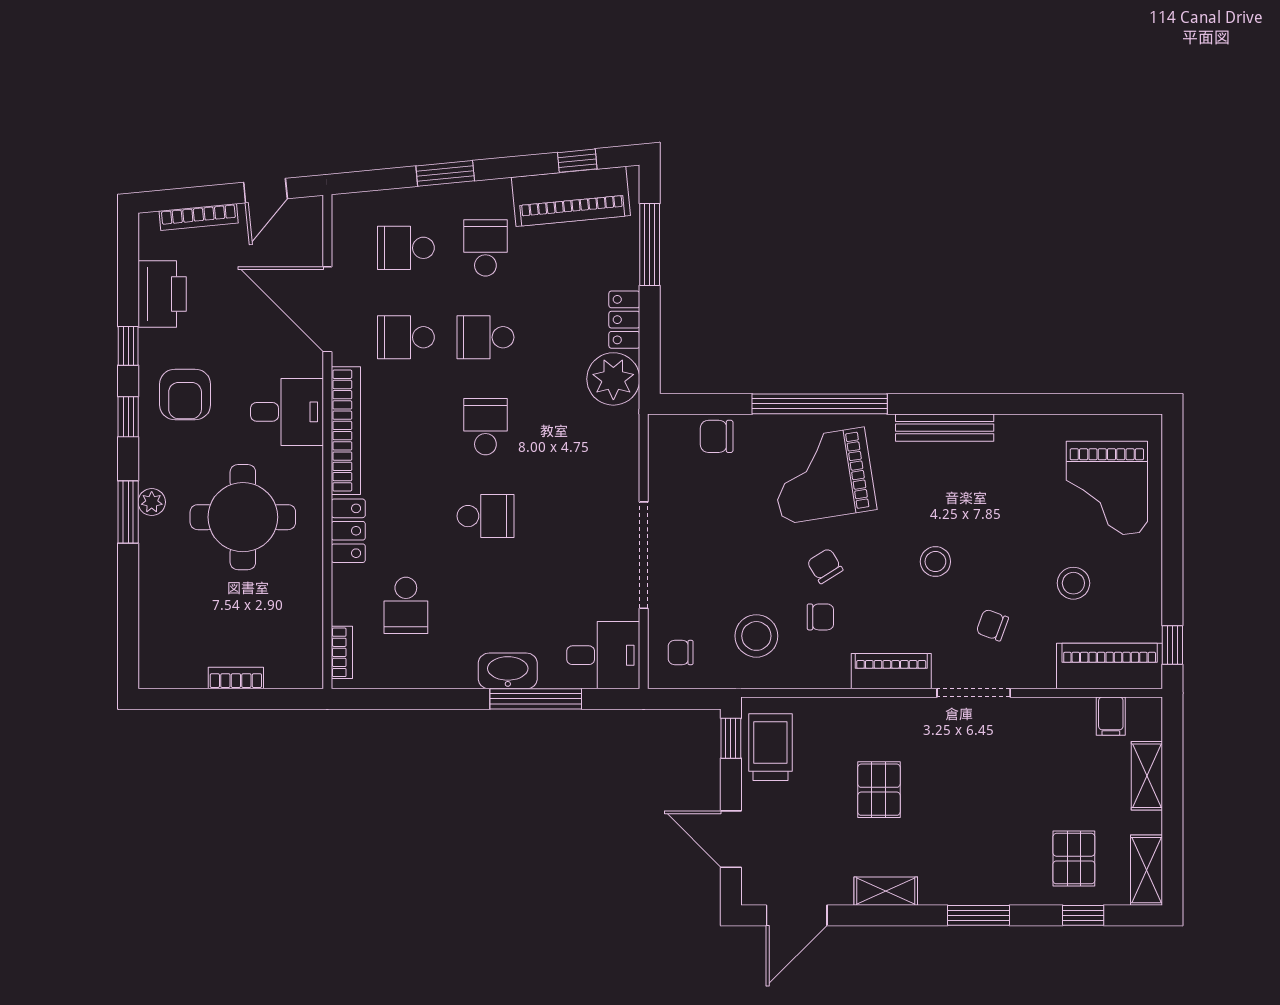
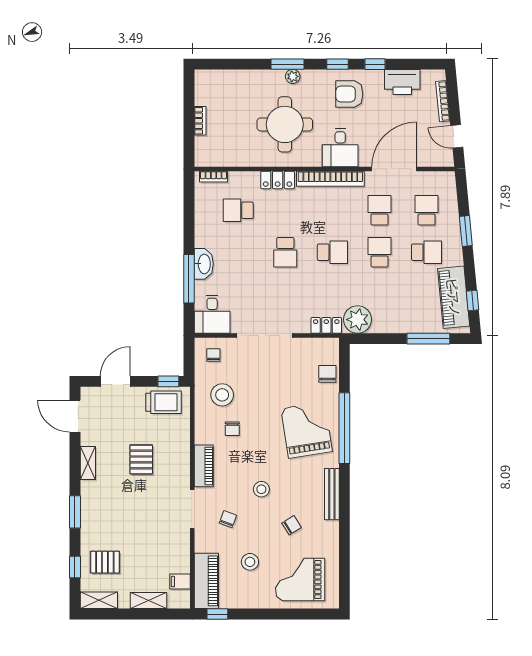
locker: (624, 320) -> (326, 325), moved
chair: (825, 566) -> (292, 525), moved
pallet: (879, 790) -> (141, 459), turned 90

